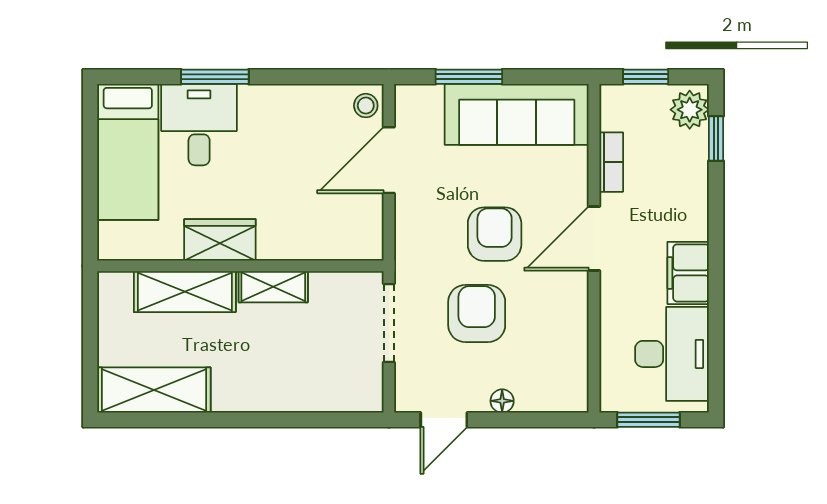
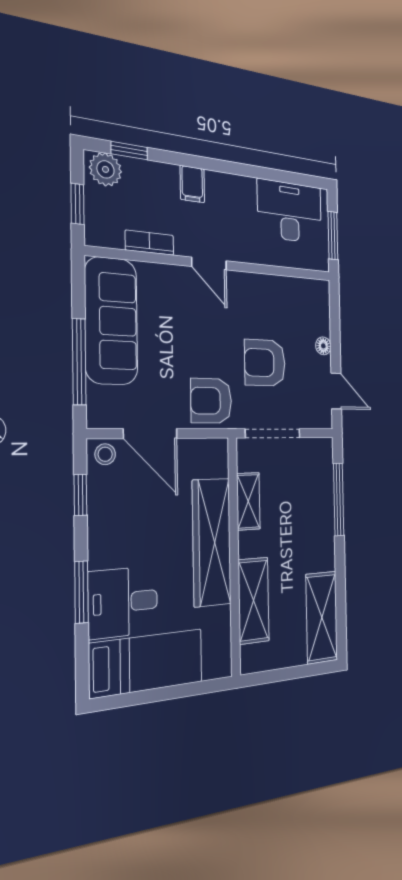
window: (321, 77) -> (80, 495), added
window: (469, 77) -> (79, 362), width x1.44
armchair: (495, 234) -> (211, 401), moved
door: (594, 239) -> (209, 264), width x0.73
wardrobe: (220, 240) -> (212, 542), width x2.10, depth x1.17
filing cabinet: (688, 273) -> (192, 184), moved, width x0.50
shelving: (273, 287) -> (248, 501), moved
window: (303, 420) -> (339, 499), added

